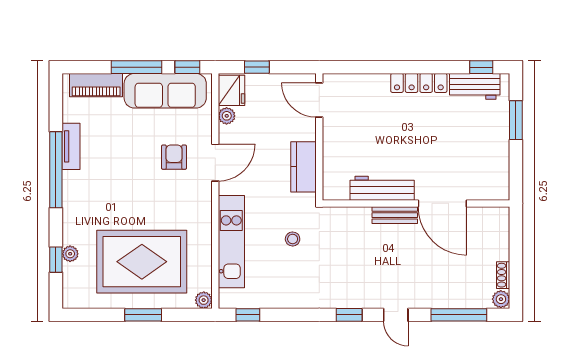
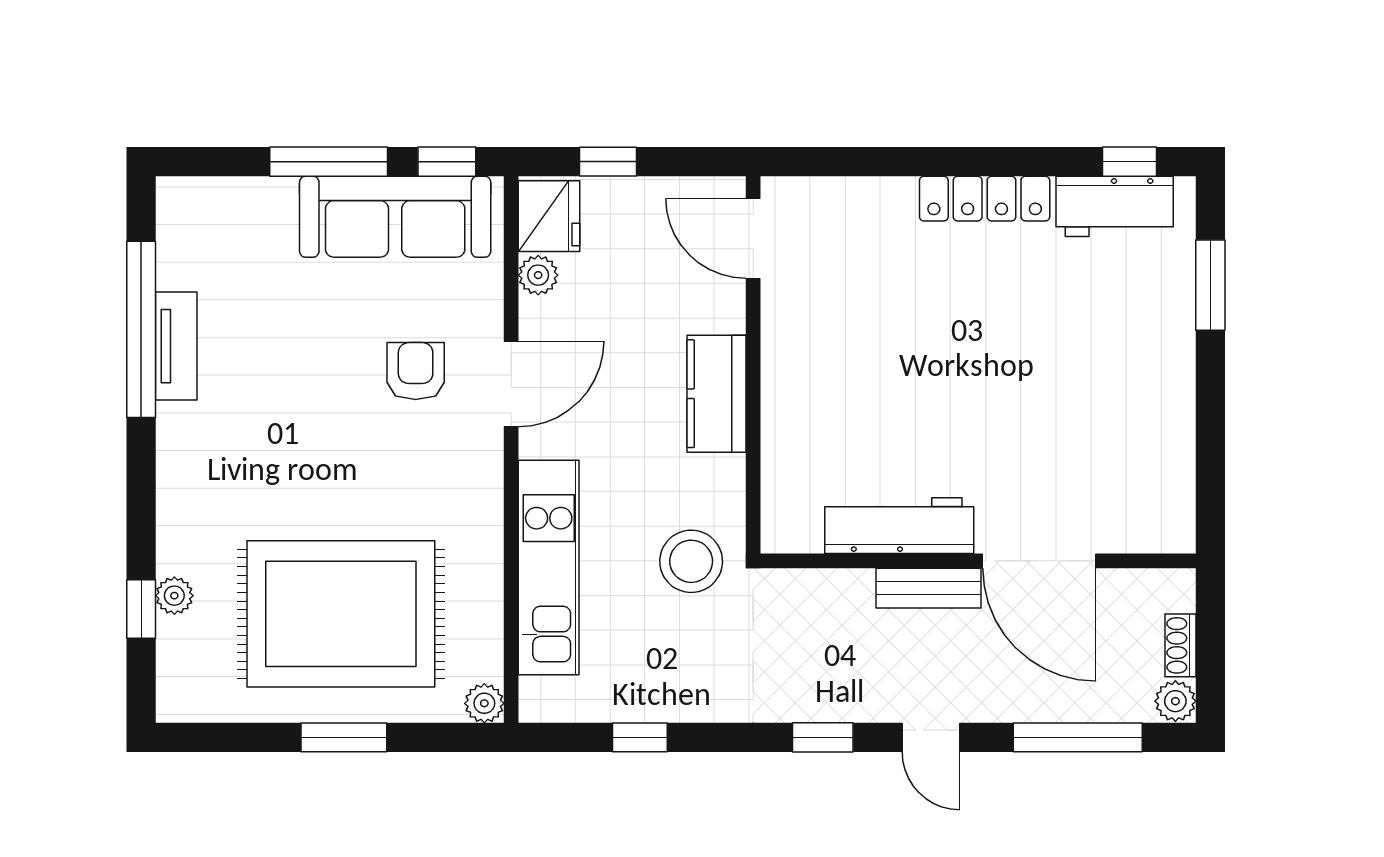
piano: (96, 85) -> (235, 204), removed
window: (56, 170) -> (141, 329), moved
workbench: (382, 188) -> (899, 526), moved
wall: (416, 203) -> (978, 561), moved
door: (442, 203) -> (1039, 561), moved
bench: (395, 215) -> (929, 588), moved
stool: (293, 239) -> (691, 561), width x1.89, depth x1.89
window: (248, 315) -> (640, 737), moved

